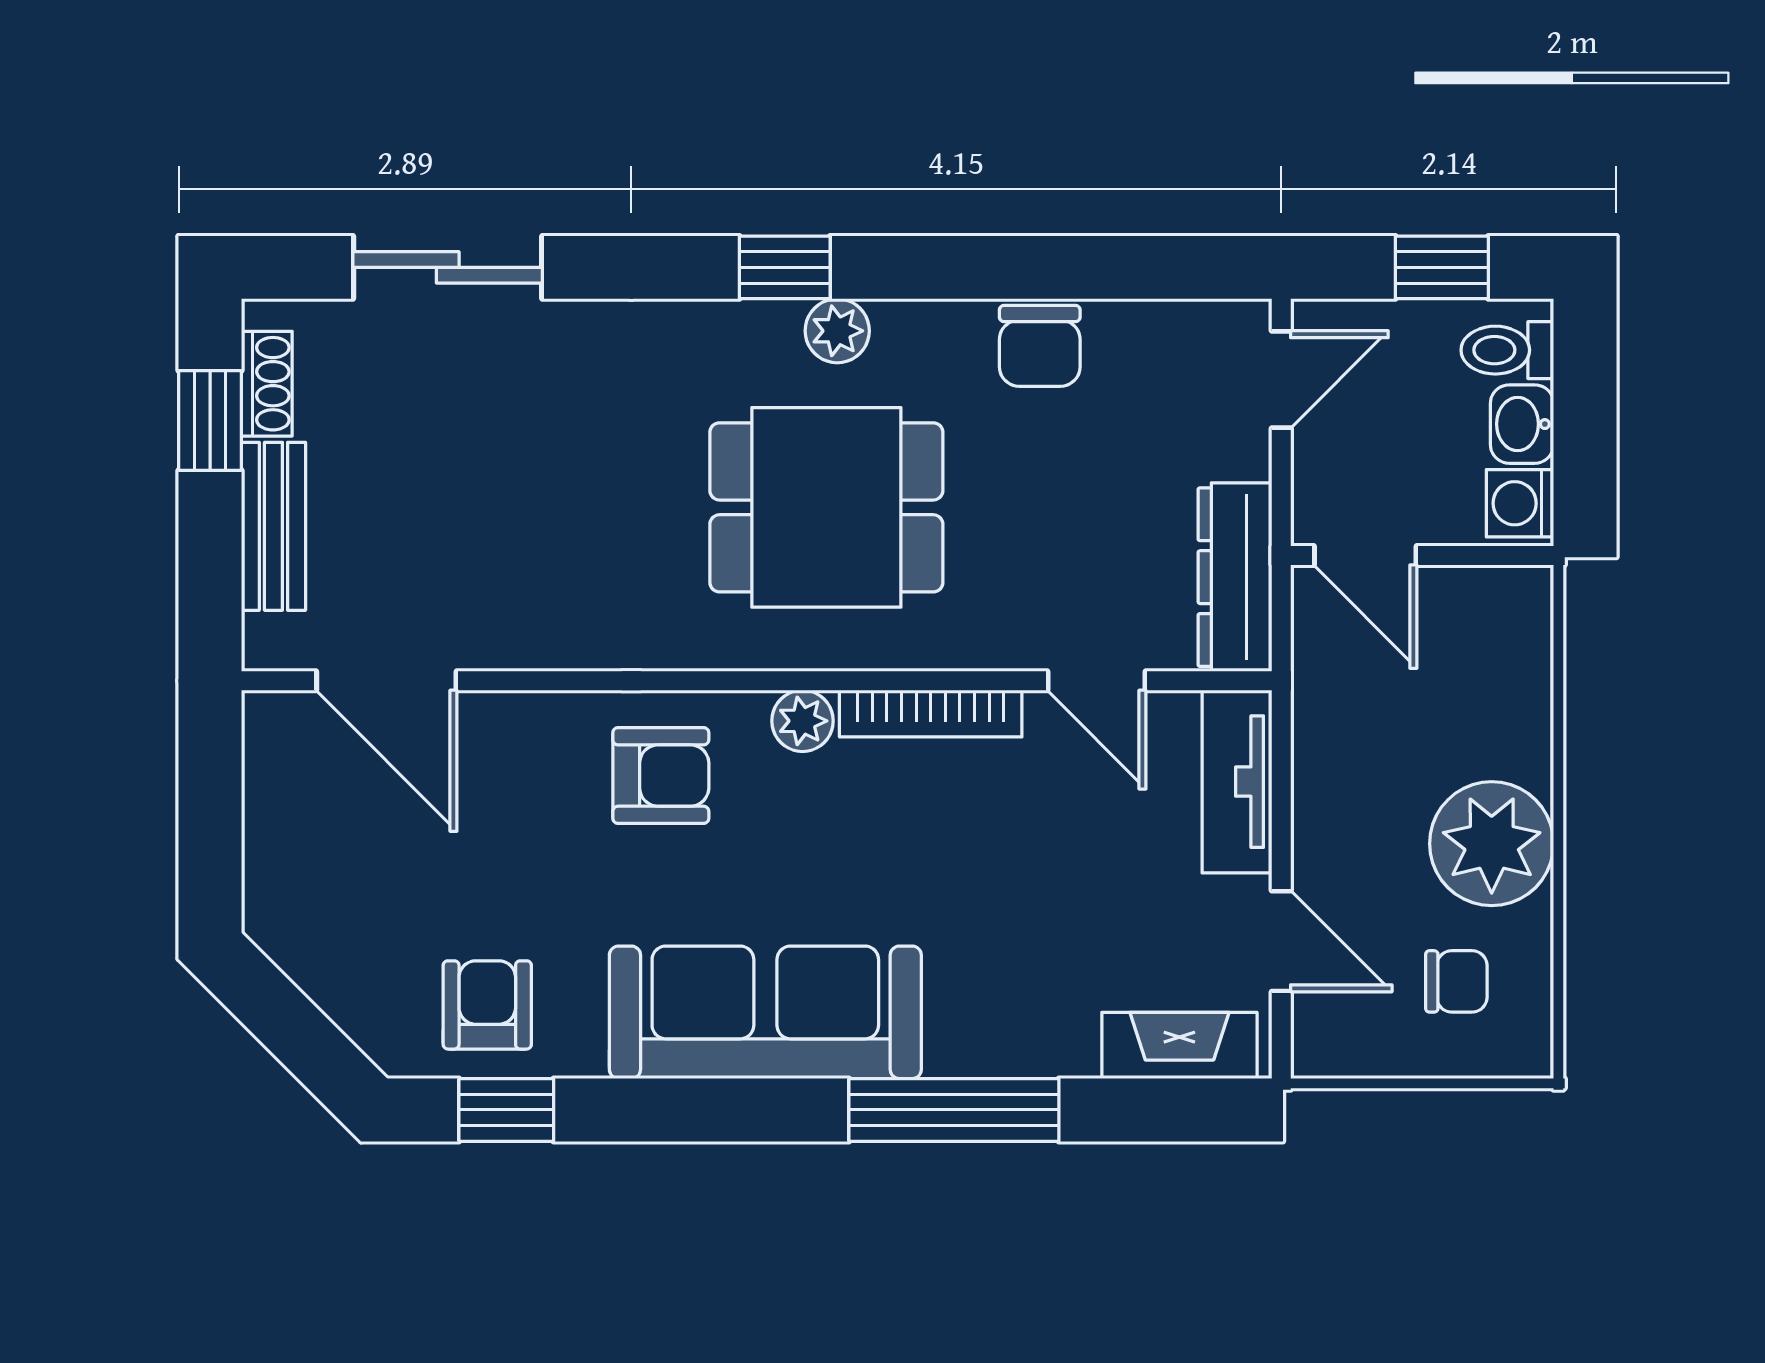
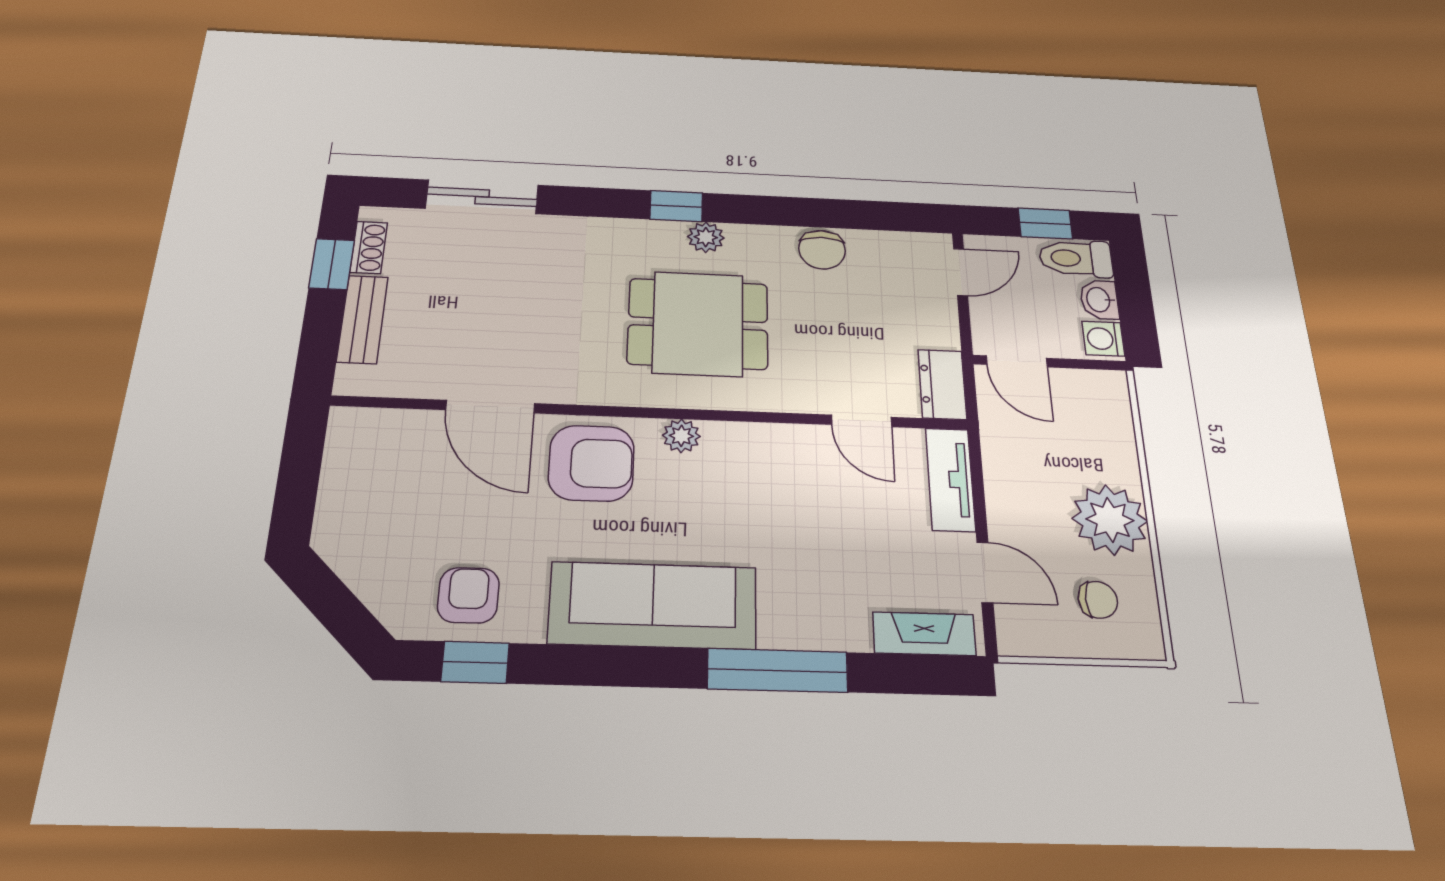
toilet: (1507, 350) -> (1076, 258), width x1.37, depth x1.39
dresser: (1235, 577) -> (942, 384), width x0.70
door: (386, 681) -> (490, 407), moved
bookcase: (931, 714) -> (761, 435), removed
armchair: (661, 776) -> (591, 463), width x1.38, depth x1.38

